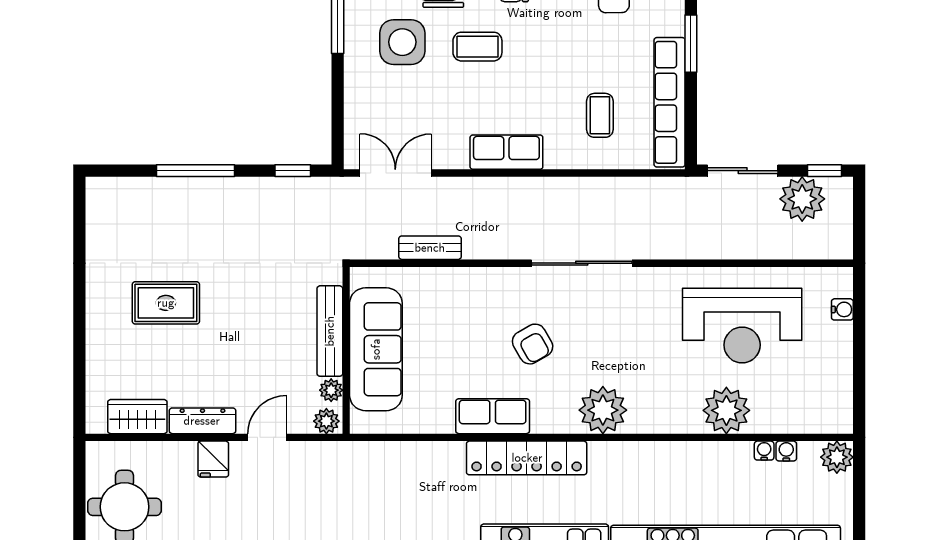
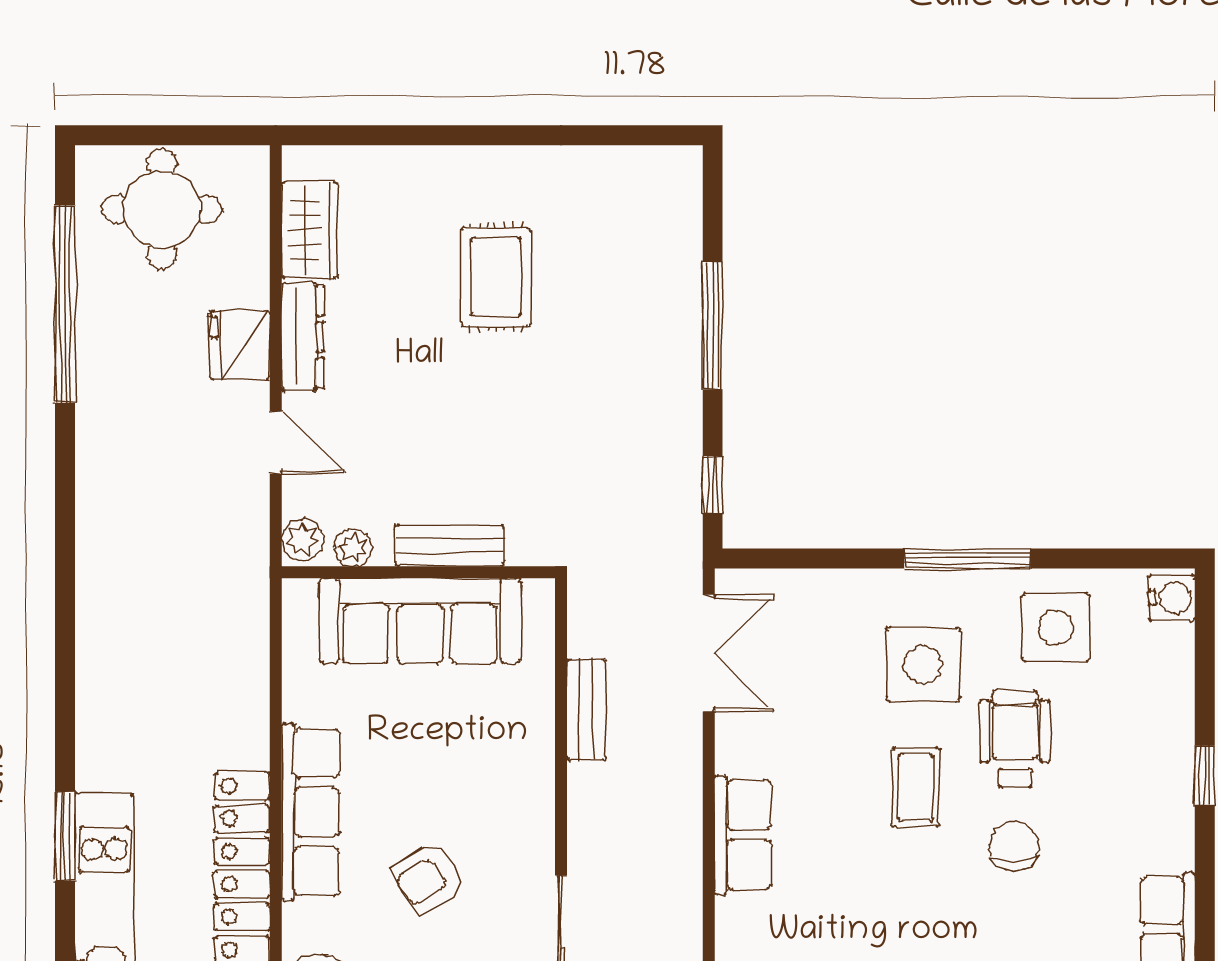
bench: (330, 331) -> (450, 546), width x0.73
row of seats: (493, 416) -> (310, 812), width x1.48
fridge: (213, 459) -> (240, 345), width x1.38

